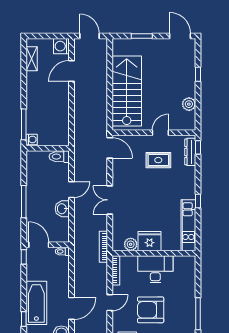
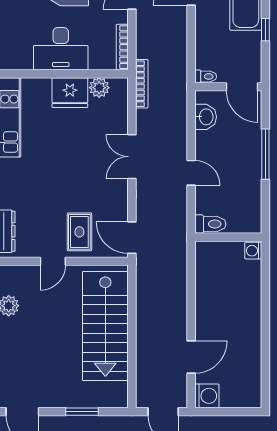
shelving: (32, 59) -> (253, 376), removed
window: (24, 124) -> (265, 274), removed
rug: (158, 160) -> (79, 232), moved, turned 90
door: (71, 190) -> (191, 173), swing flipped
double door: (110, 200) -> (132, 157), swing flipped
washbasin: (62, 209) -> (206, 117), moved
window: (24, 257) -> (265, 30), moved

